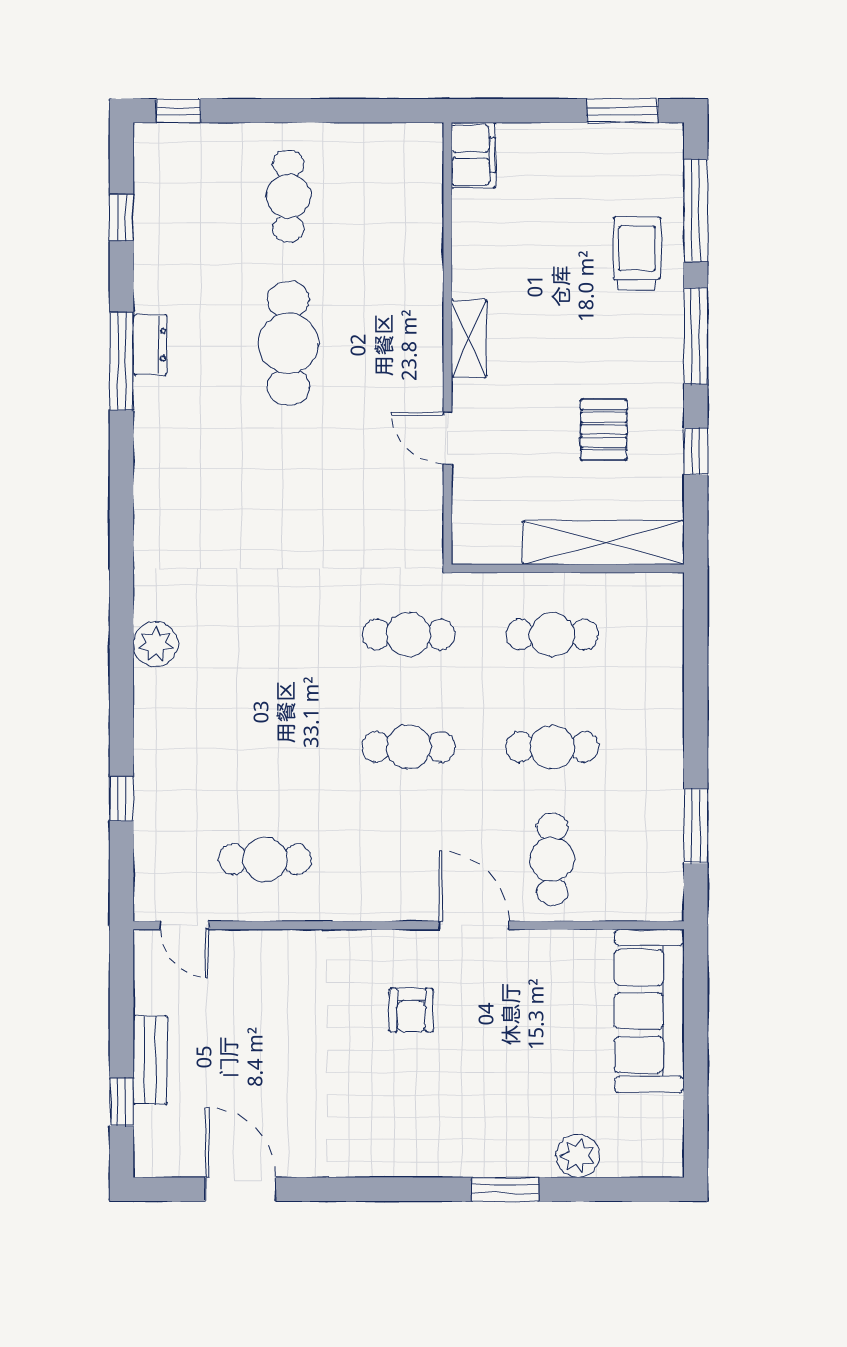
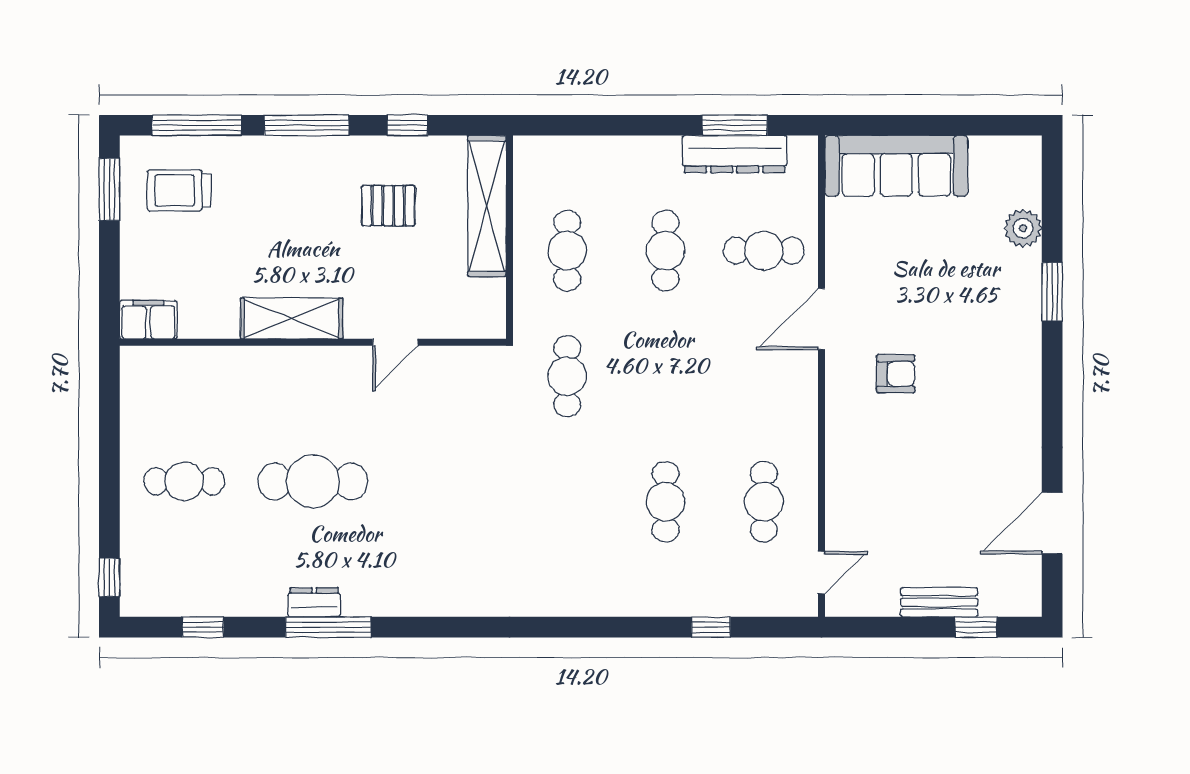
trolley: (637, 253) -> (179, 190), moved
shelving: (469, 339) -> (291, 318), width x1.50, depth x1.33
plant: (156, 644) -> (576, 597), removed
cafe table: (409, 747) -> (666, 502), moved
dresser: (663, 826) -> (735, 154), added

